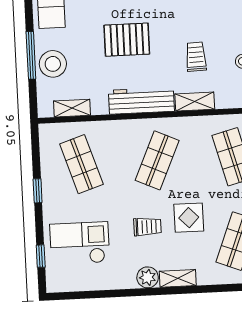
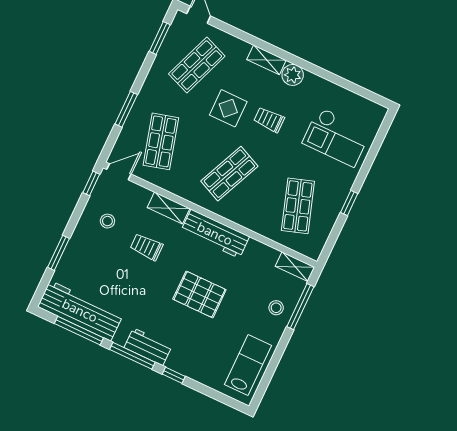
window: (31, 55) -> (300, 307), moved
trolley: (196, 57) -> (147, 247), turned 92
stool: (53, 64) -> (276, 308), width x0.53, depth x0.53
shelving: (72, 108) -> (295, 267), moved
window: (41, 256) -> (377, 144), removed

